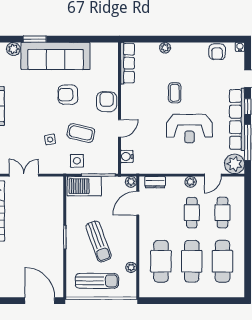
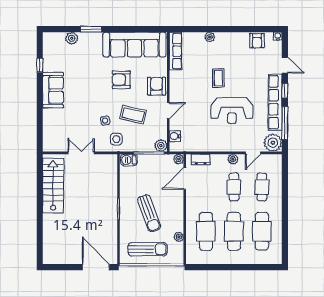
sofa: (55, 56) -> (134, 45), moved
side table: (77, 161) -> (116, 139), moved
plant: (111, 167) -> (161, 146), added
barbecue: (84, 186) -> (129, 160), width x0.53, depth x0.65

